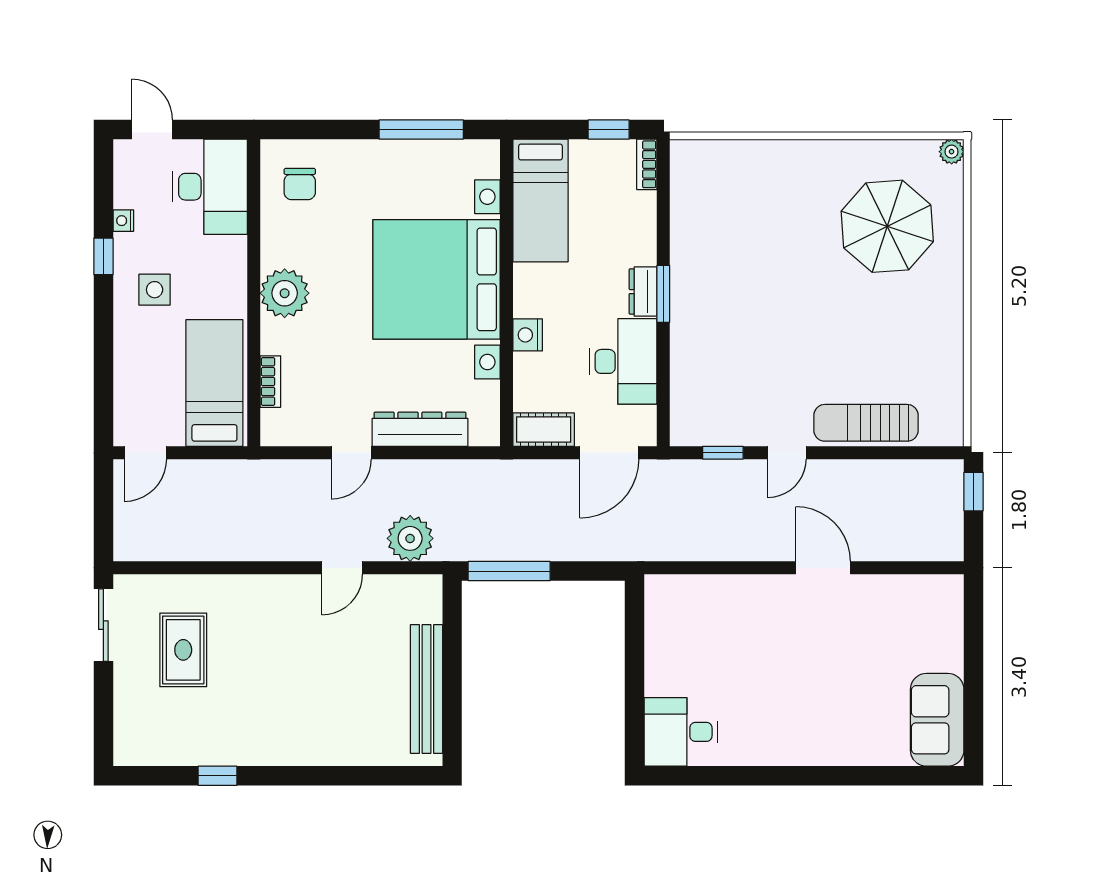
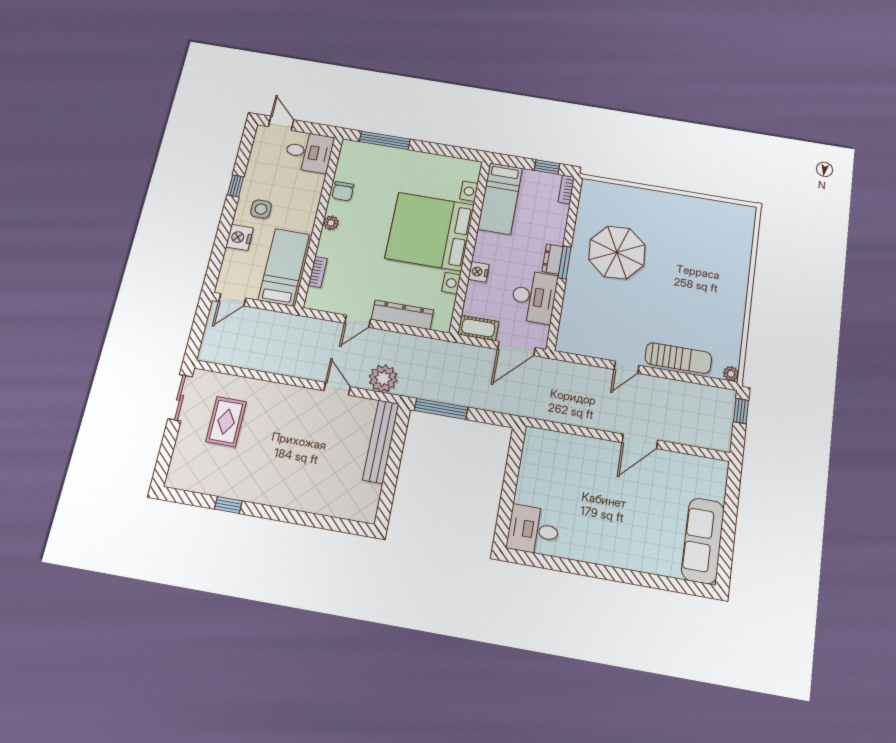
window: (421, 130) -> (385, 140), moved
plant: (952, 152) -> (731, 374), moved
chair: (300, 184) -> (343, 191), moved
desk: (210, 187) -> (309, 152), width x0.73
nightstand: (123, 221) -> (239, 237), moved, width x1.89, depth x1.79
parasol: (887, 226) -> (617, 252), moved
plant: (285, 293) -> (331, 223), width x0.53, depth x0.53
sun lounger: (866, 423) -> (678, 358), turned 180
window: (723, 453) -> (587, 361), removed
door: (342, 568) -> (337, 389), swing flipped
door: (823, 568) -> (640, 441), swing flipped
bench: (427, 689) -> (381, 442), moved
sofa: (937, 720) -> (703, 541), width x1.36

